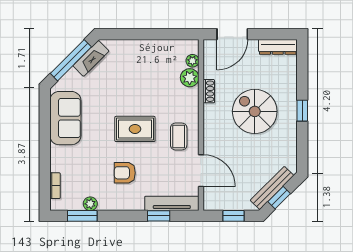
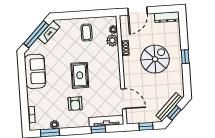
spiral stairs: (255, 111) -> (155, 59), turned 90
rug: (135, 129) -> (80, 75), turned 90
coffee table: (179, 137) -> (87, 33), moved
armchair: (125, 173) -> (75, 104), turned -90

